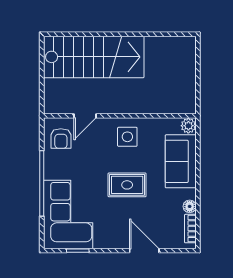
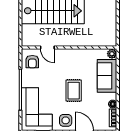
door: (85, 116) -> (47, 48), hinge flipped
side table: (127, 137) -> (66, 120), moved
rug: (127, 185) -> (74, 91), turned 90

